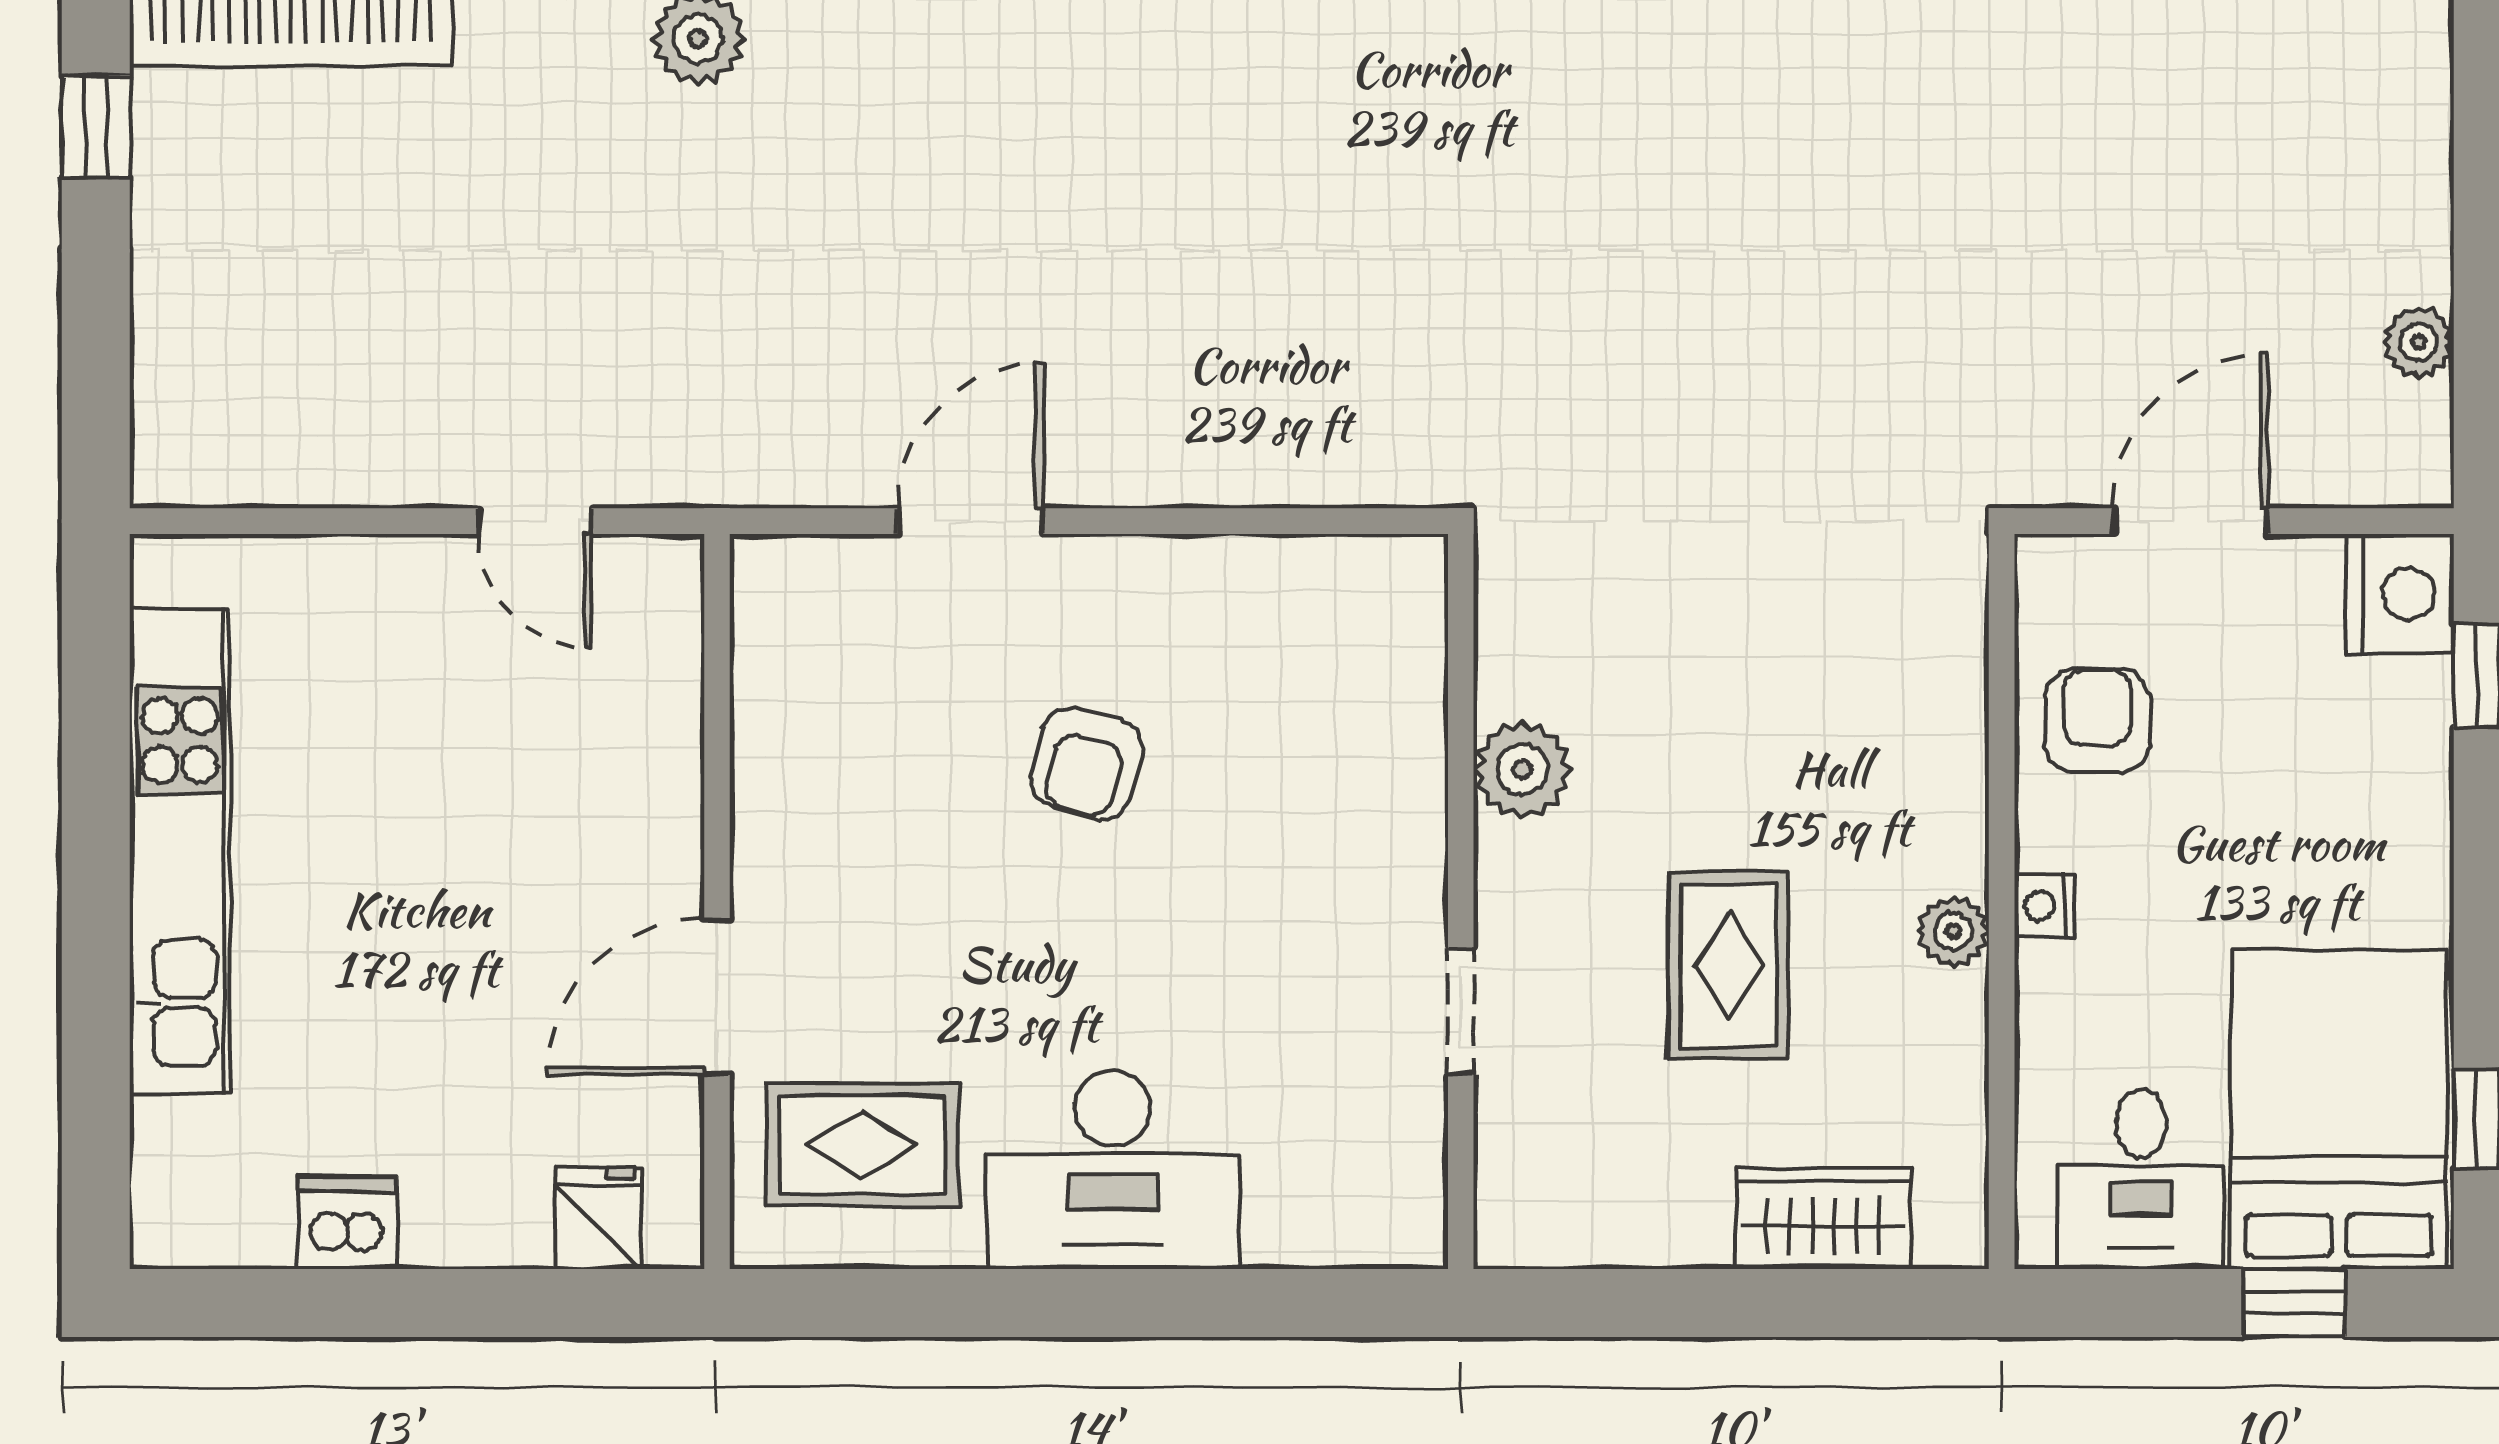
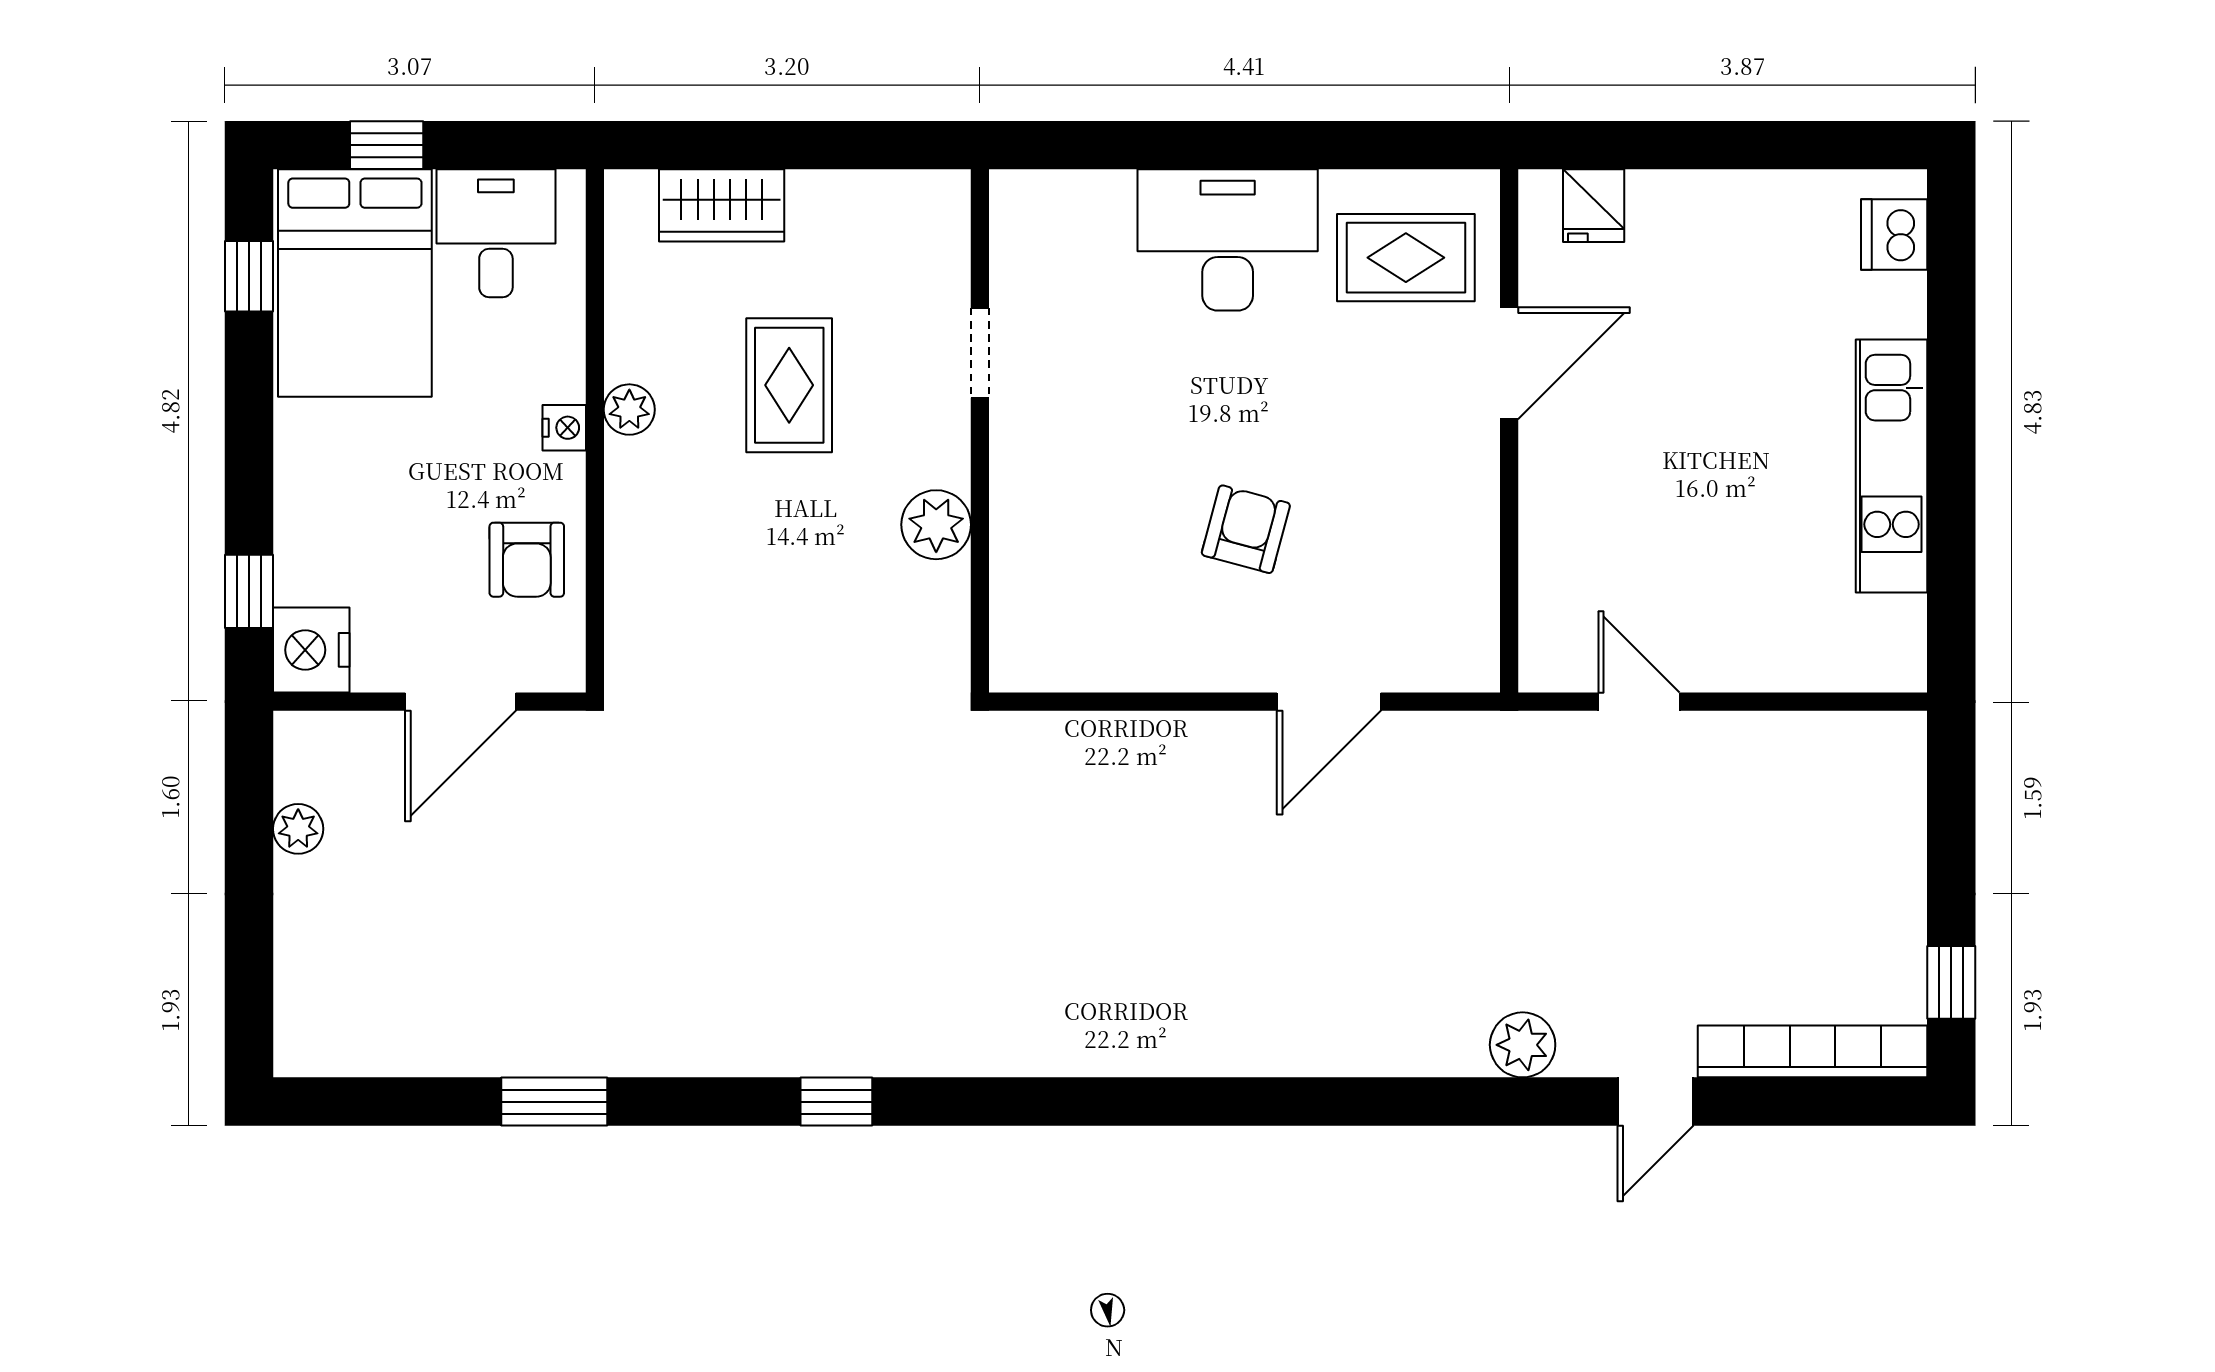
kitchen unit: (180, 852) -> (1892, 466), width x0.73
dishwasher: (347, 1223) -> (1894, 235), moved, turned 90

